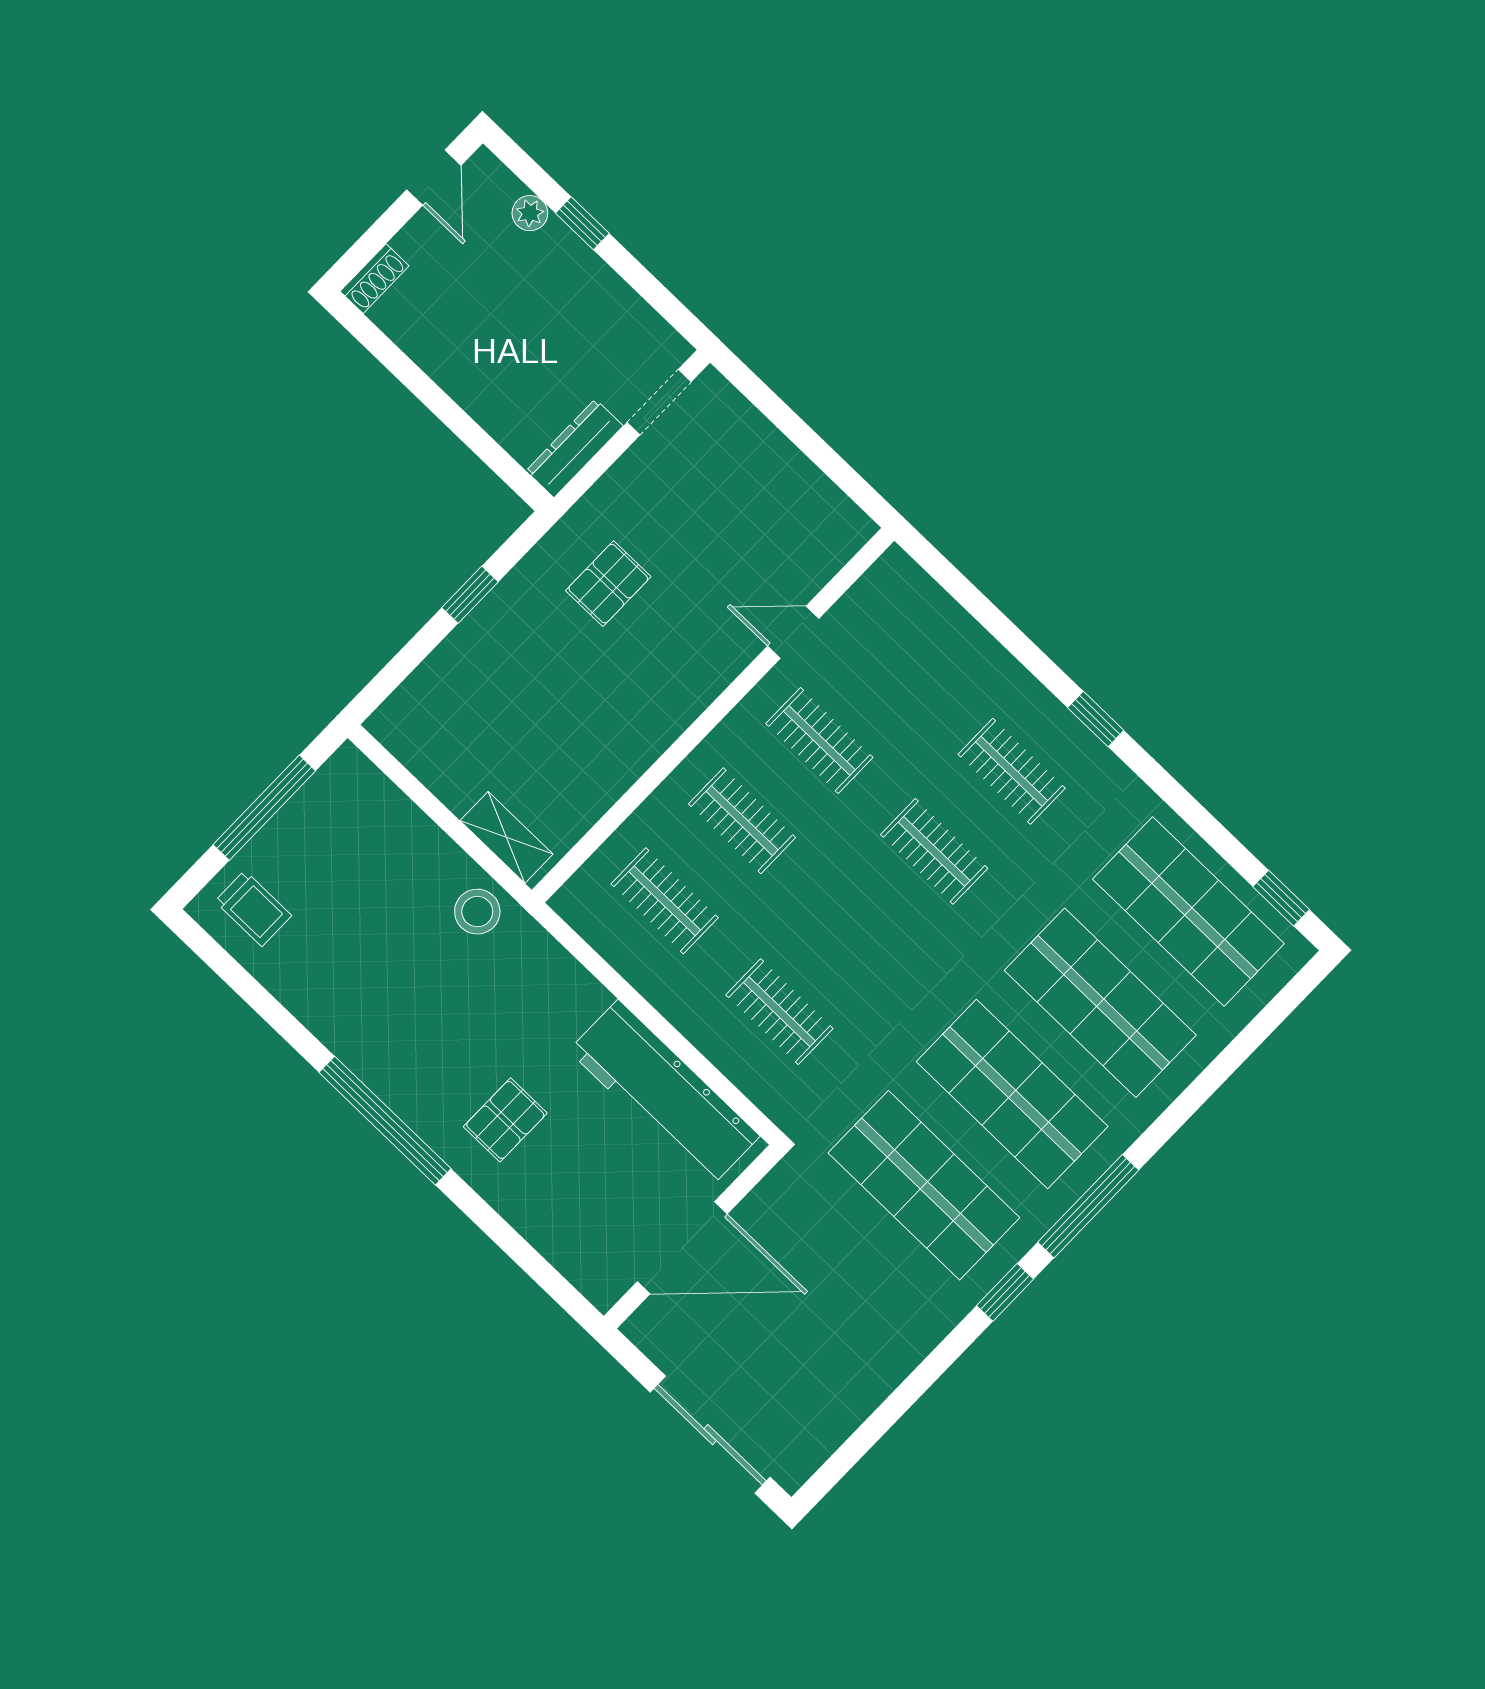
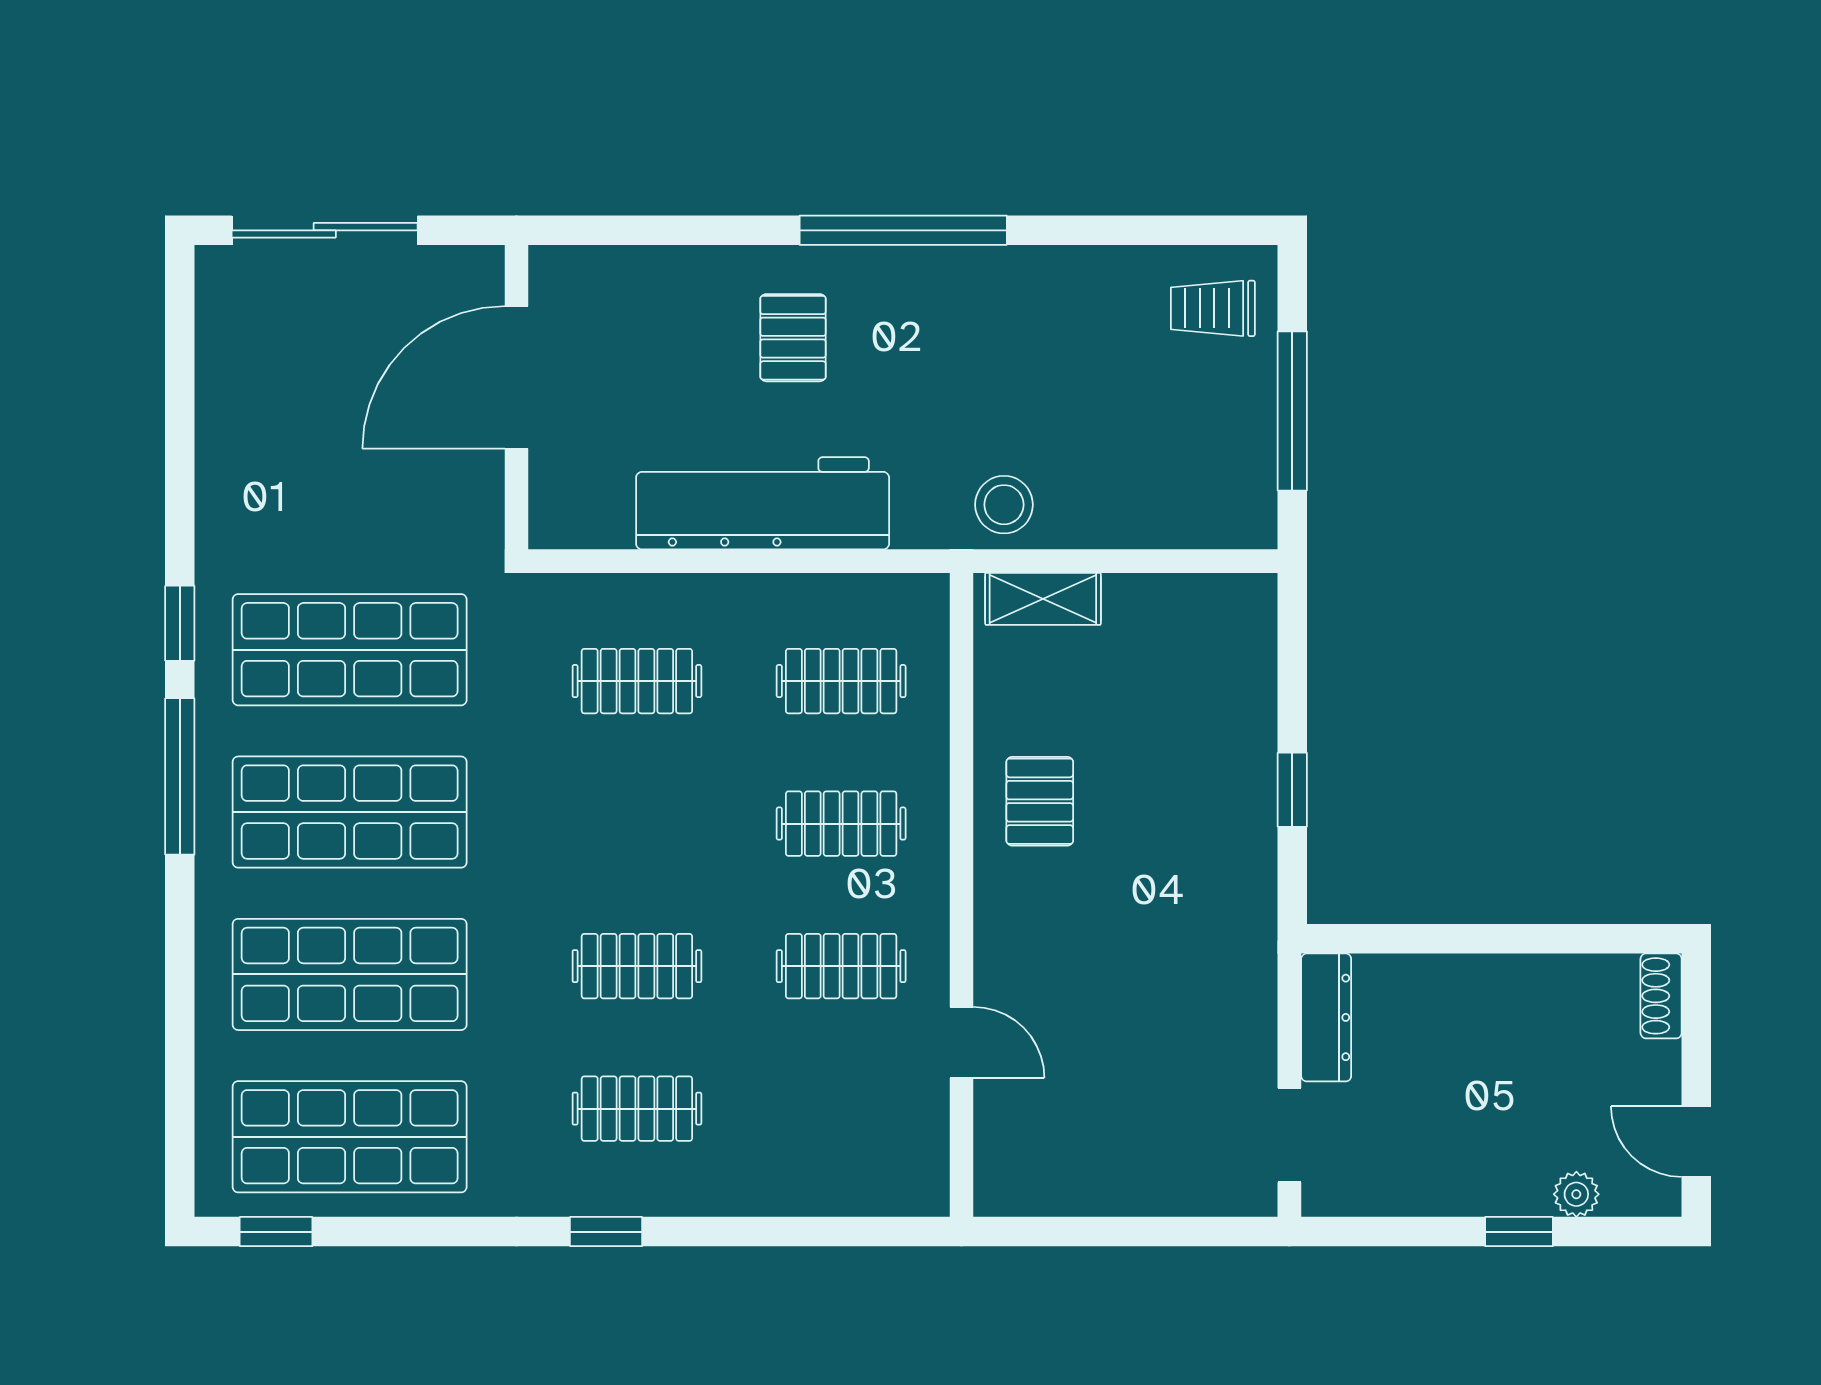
pallet: (608, 584) -> (1040, 801), moved
door: (793, 632) -> (962, 1042), hinge flipped
workbench: (664, 1093) -> (763, 503), moved

